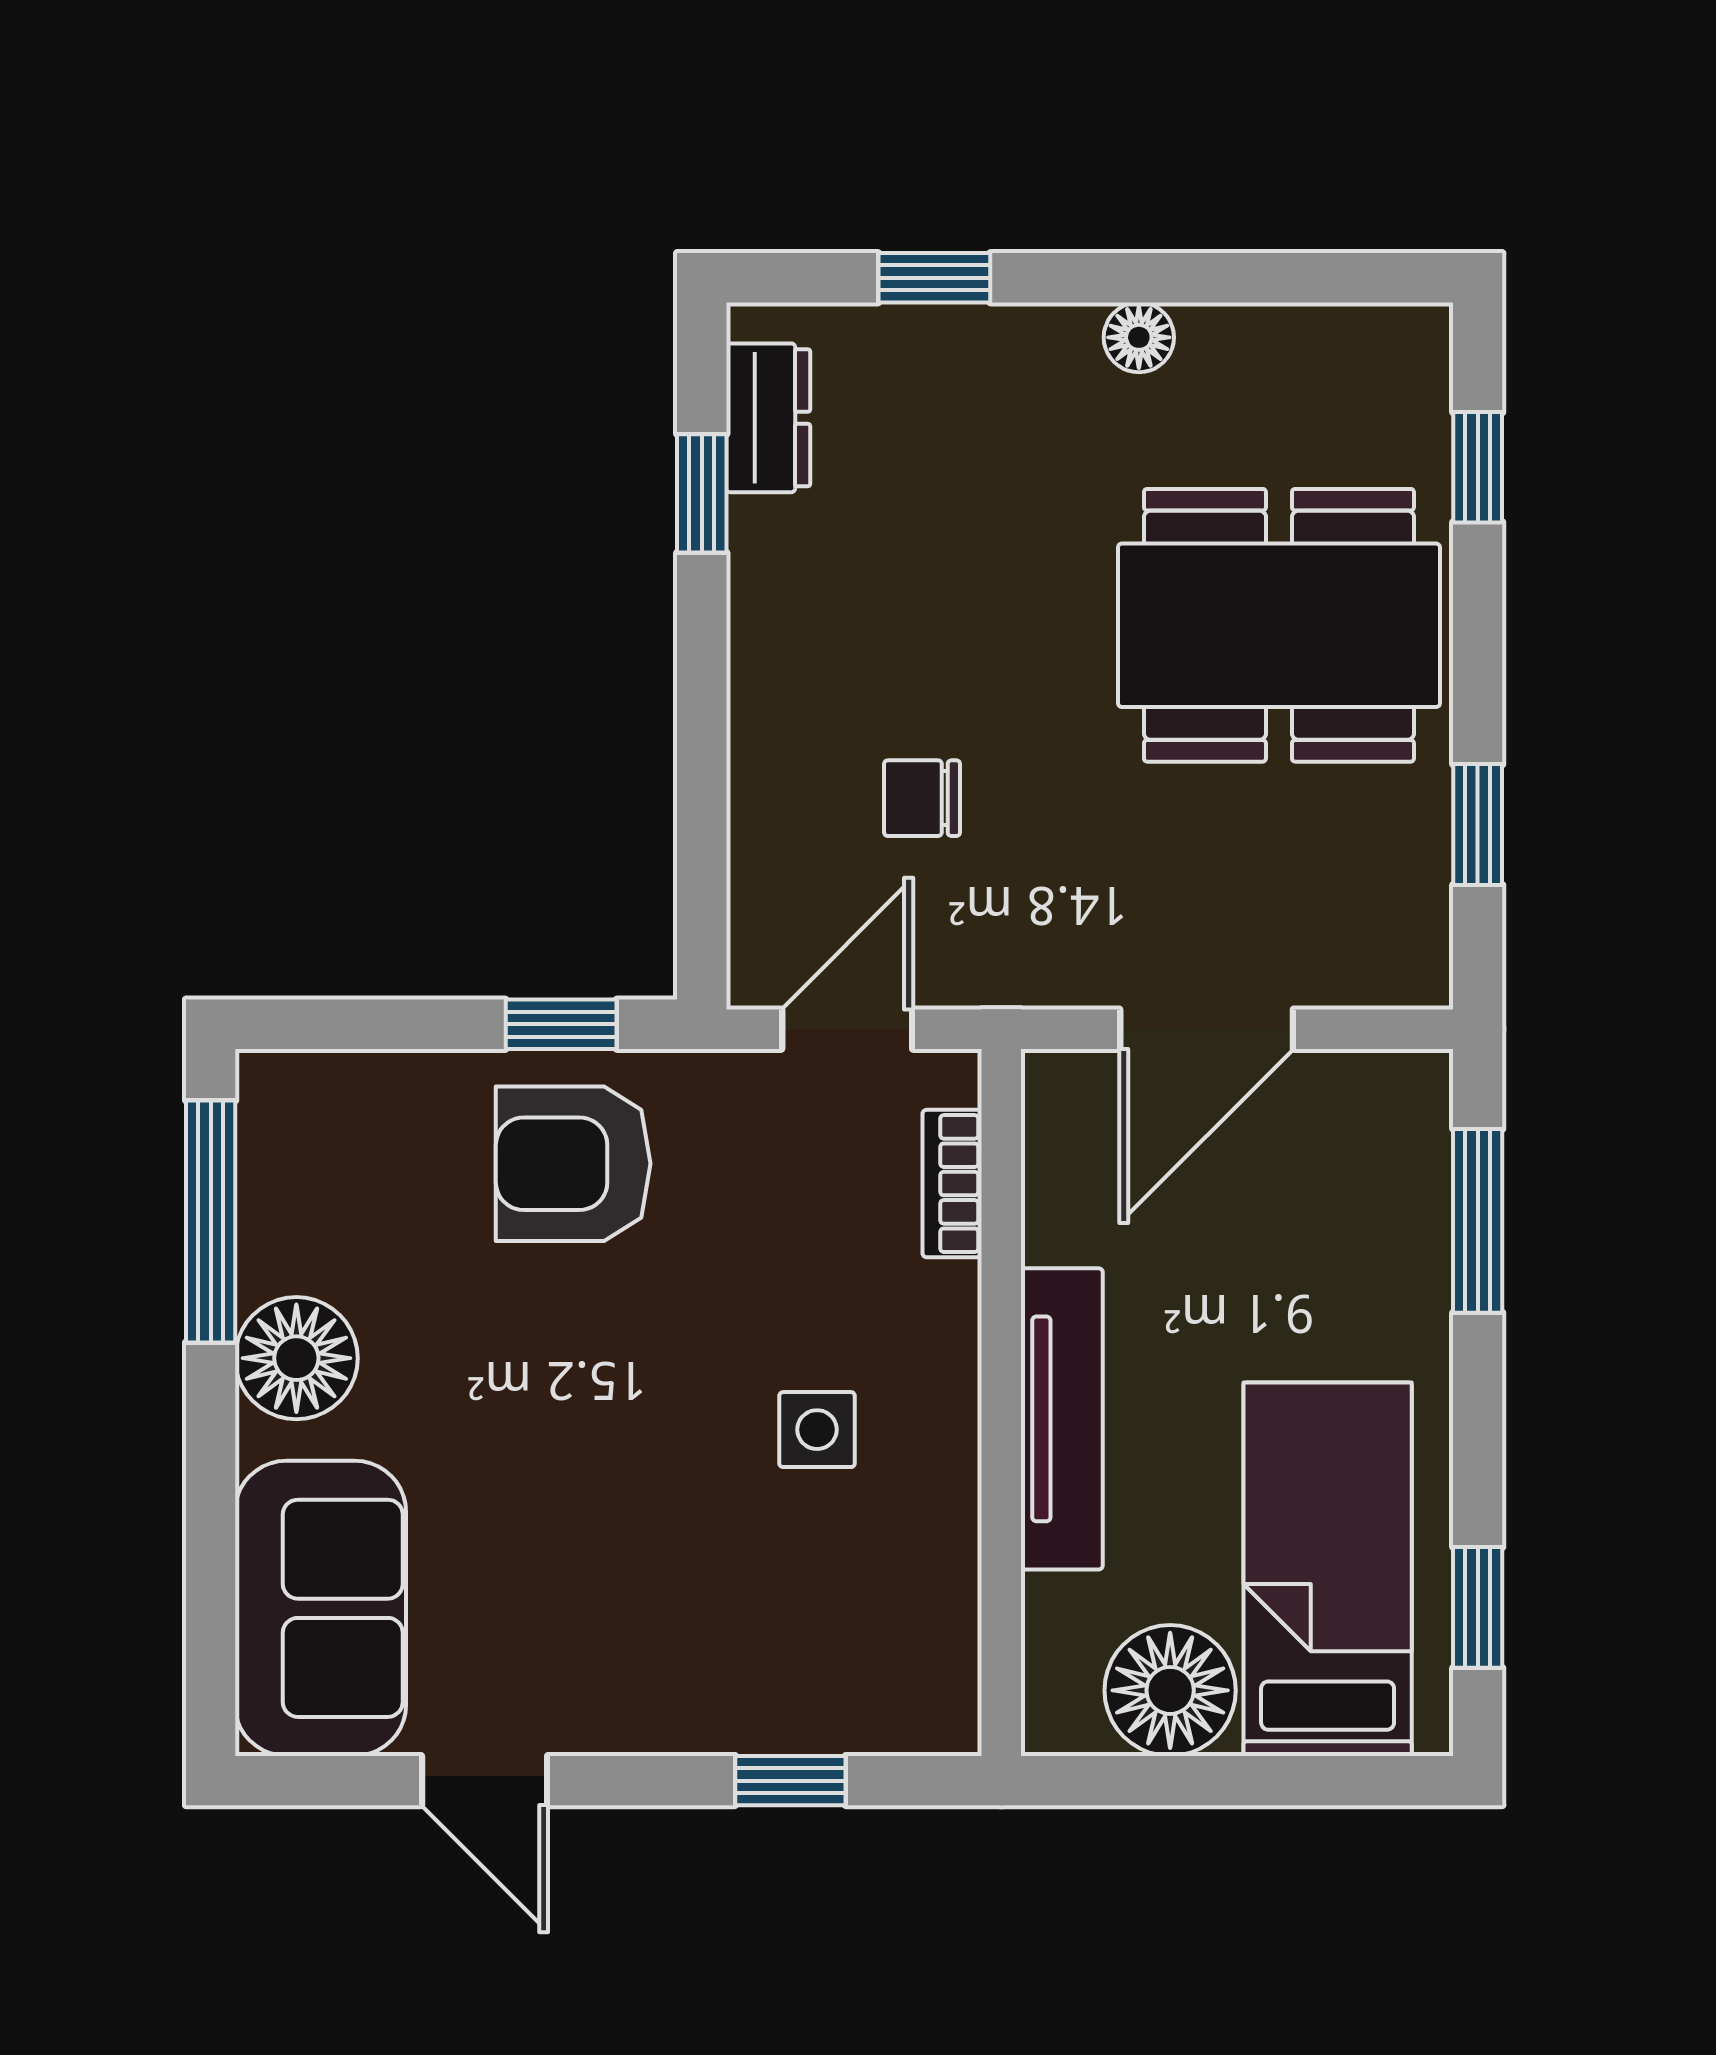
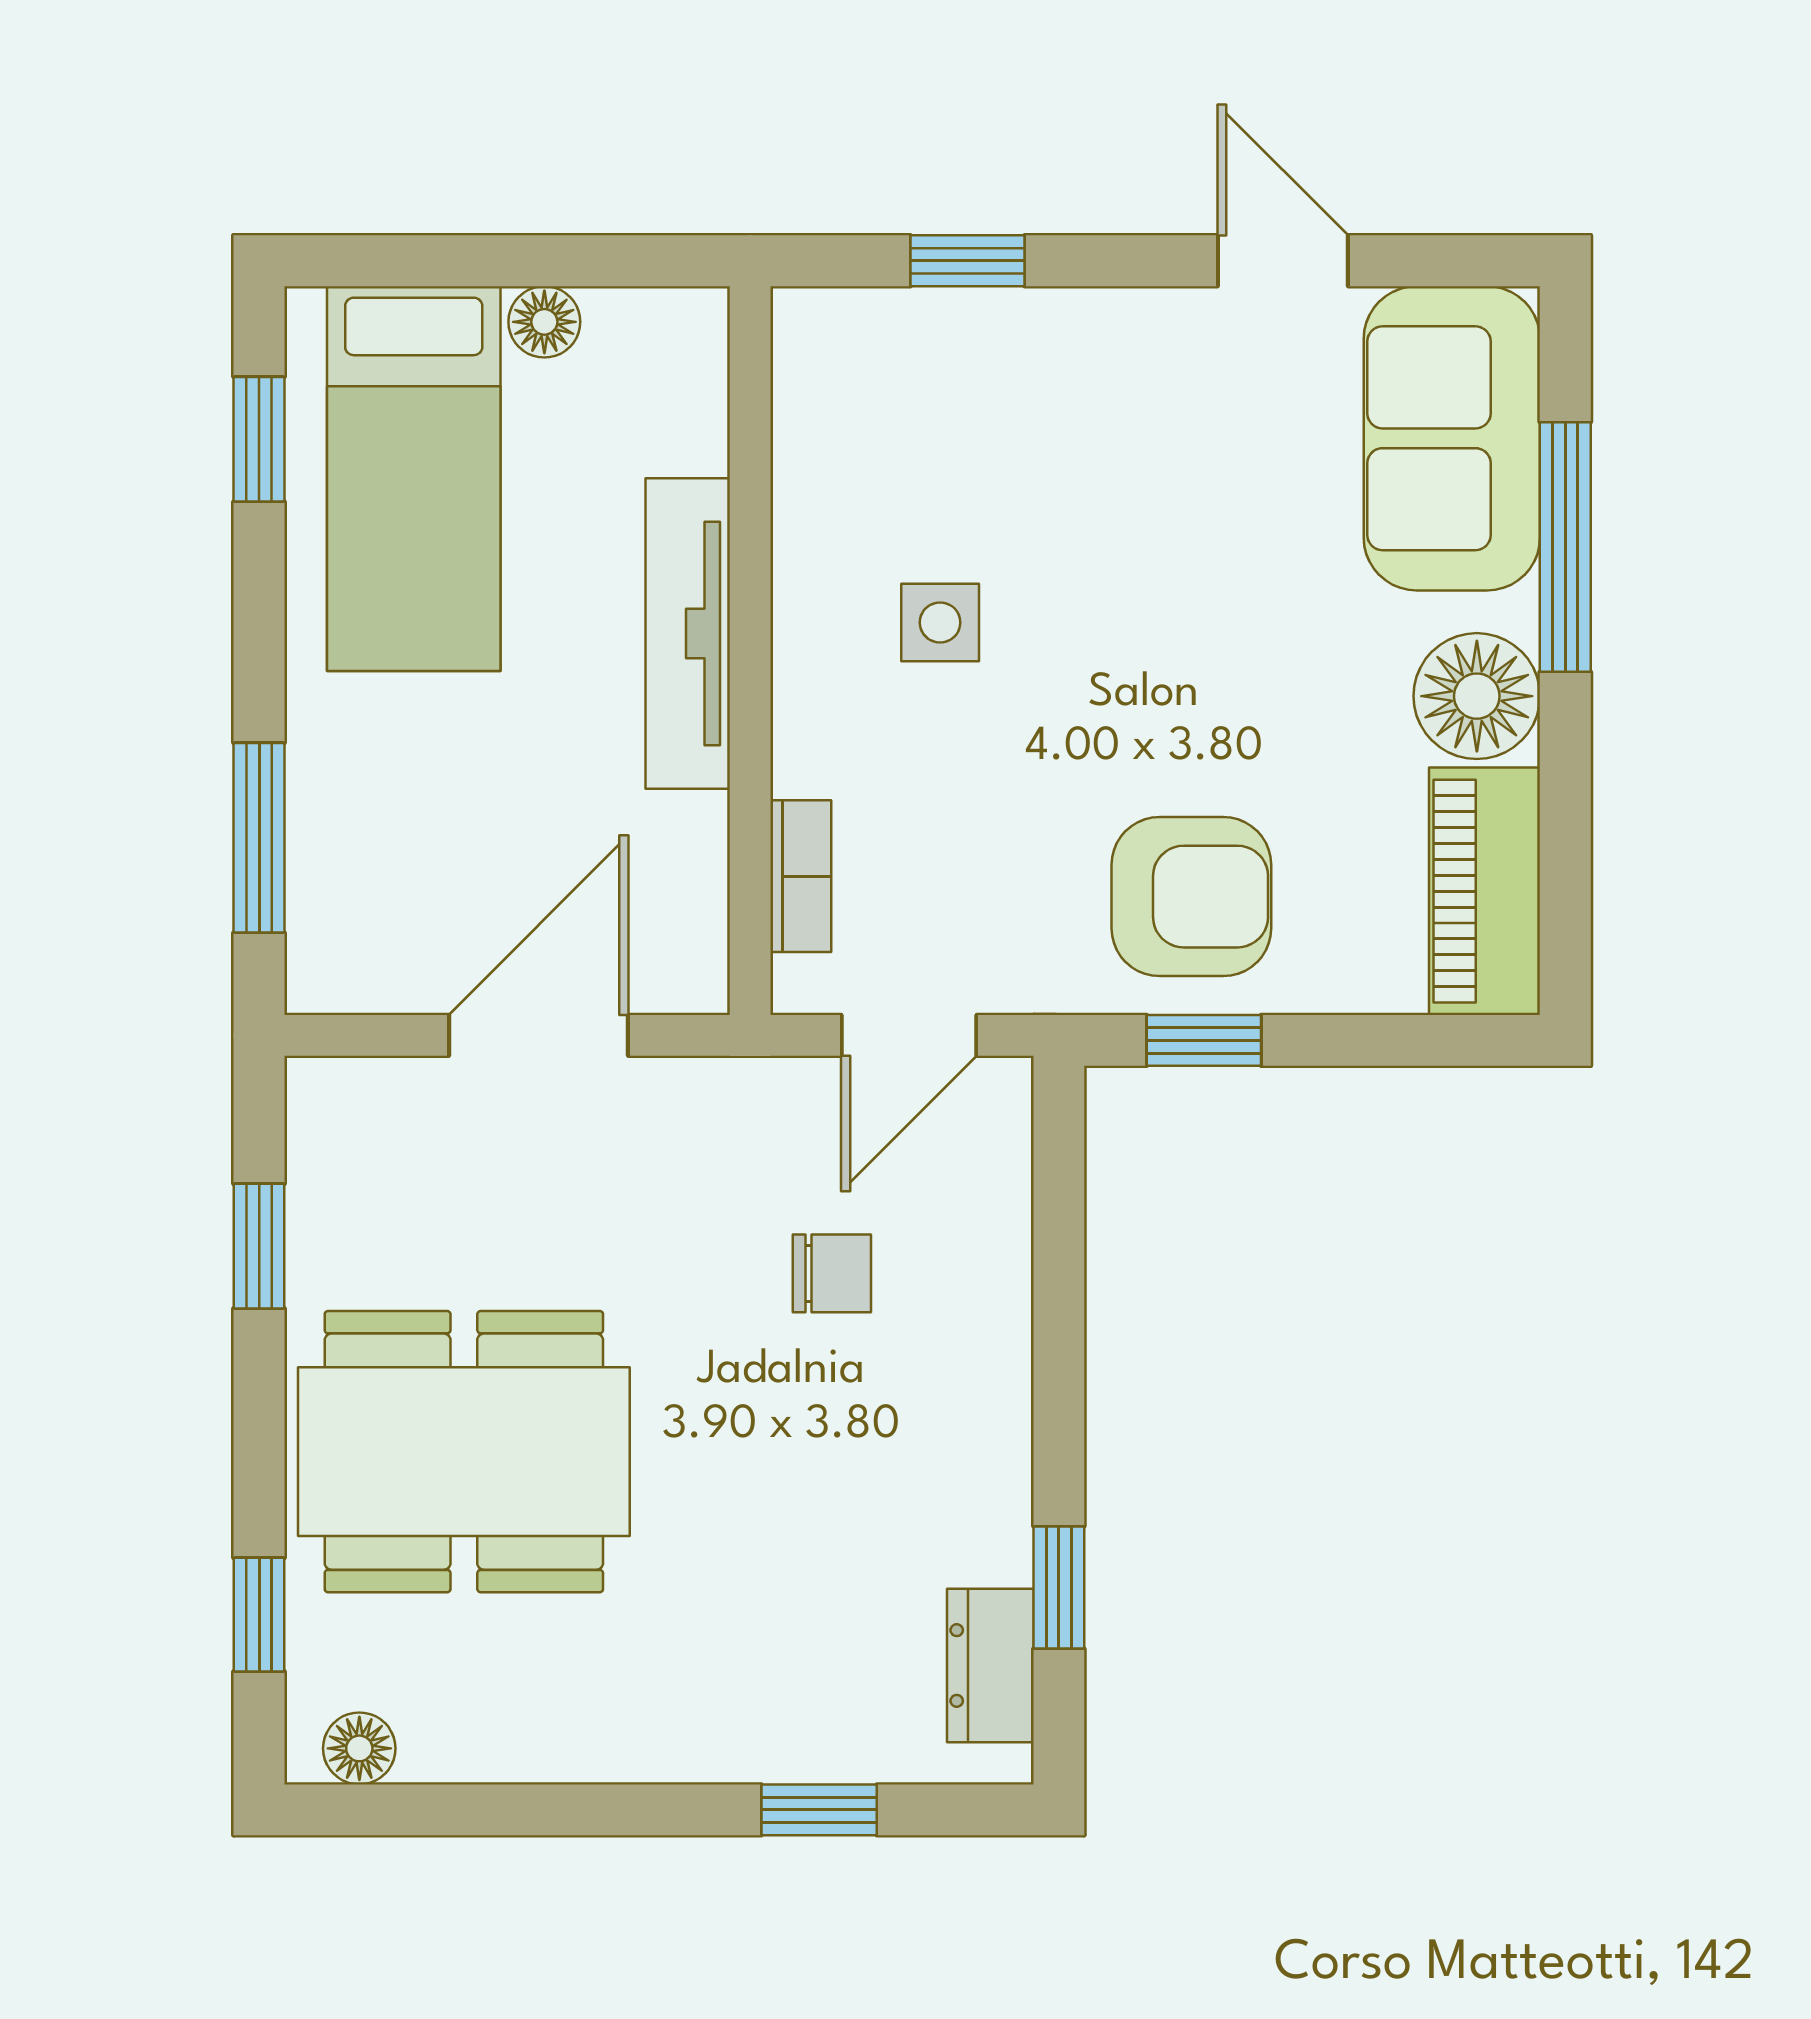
floor lamp: (1139, 337) -> (359, 1748), moved
piano: (289, 1169) -> (1485, 891), added
window: (211, 1221) -> (1565, 547), moved
floor lamp: (1170, 1690) -> (544, 322), width x0.53, depth x0.53

